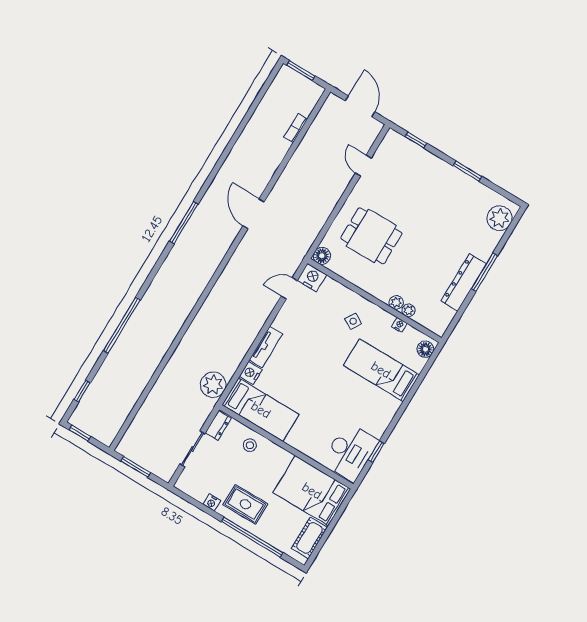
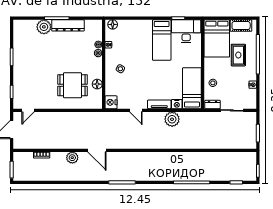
door: (363, 166) -> (28, 110), moved
plant: (265, 171) -> (72, 158), added
door: (254, 214) -> (97, 150), hinge flipped
plant: (500, 218) -> (44, 27), moved
dining table: (371, 236) -> (72, 85), turned 90
floor lamp: (322, 256) -> (97, 84), moved
door: (289, 288) -> (136, 110), moved
bed: (381, 370) -> (162, 40), moved
plant: (213, 385) -> (172, 119), moved
rug: (245, 504) -> (238, 55), moved

